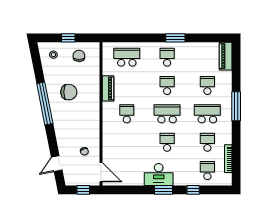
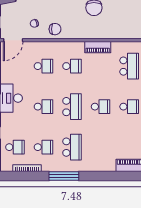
chair: (79, 56) -> (55, 29), moved
school desk: (207, 86) -> (43, 66), moved
window: (236, 106) -> (64, 176), moved

